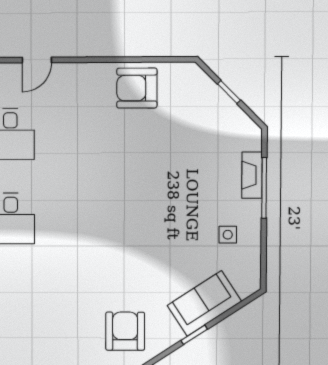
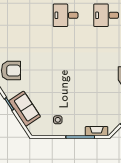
fireplace: (252, 175) -> (97, 131), moved

